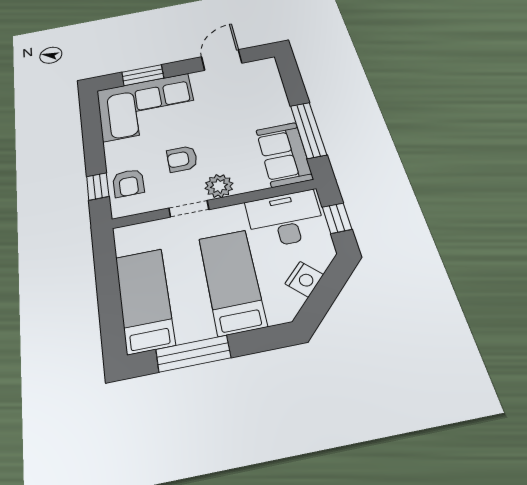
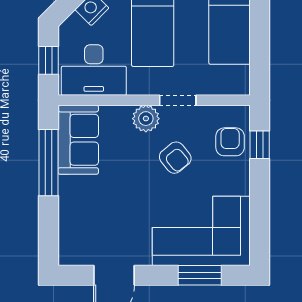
armchair: (182, 159) -> (175, 158), turned 51

